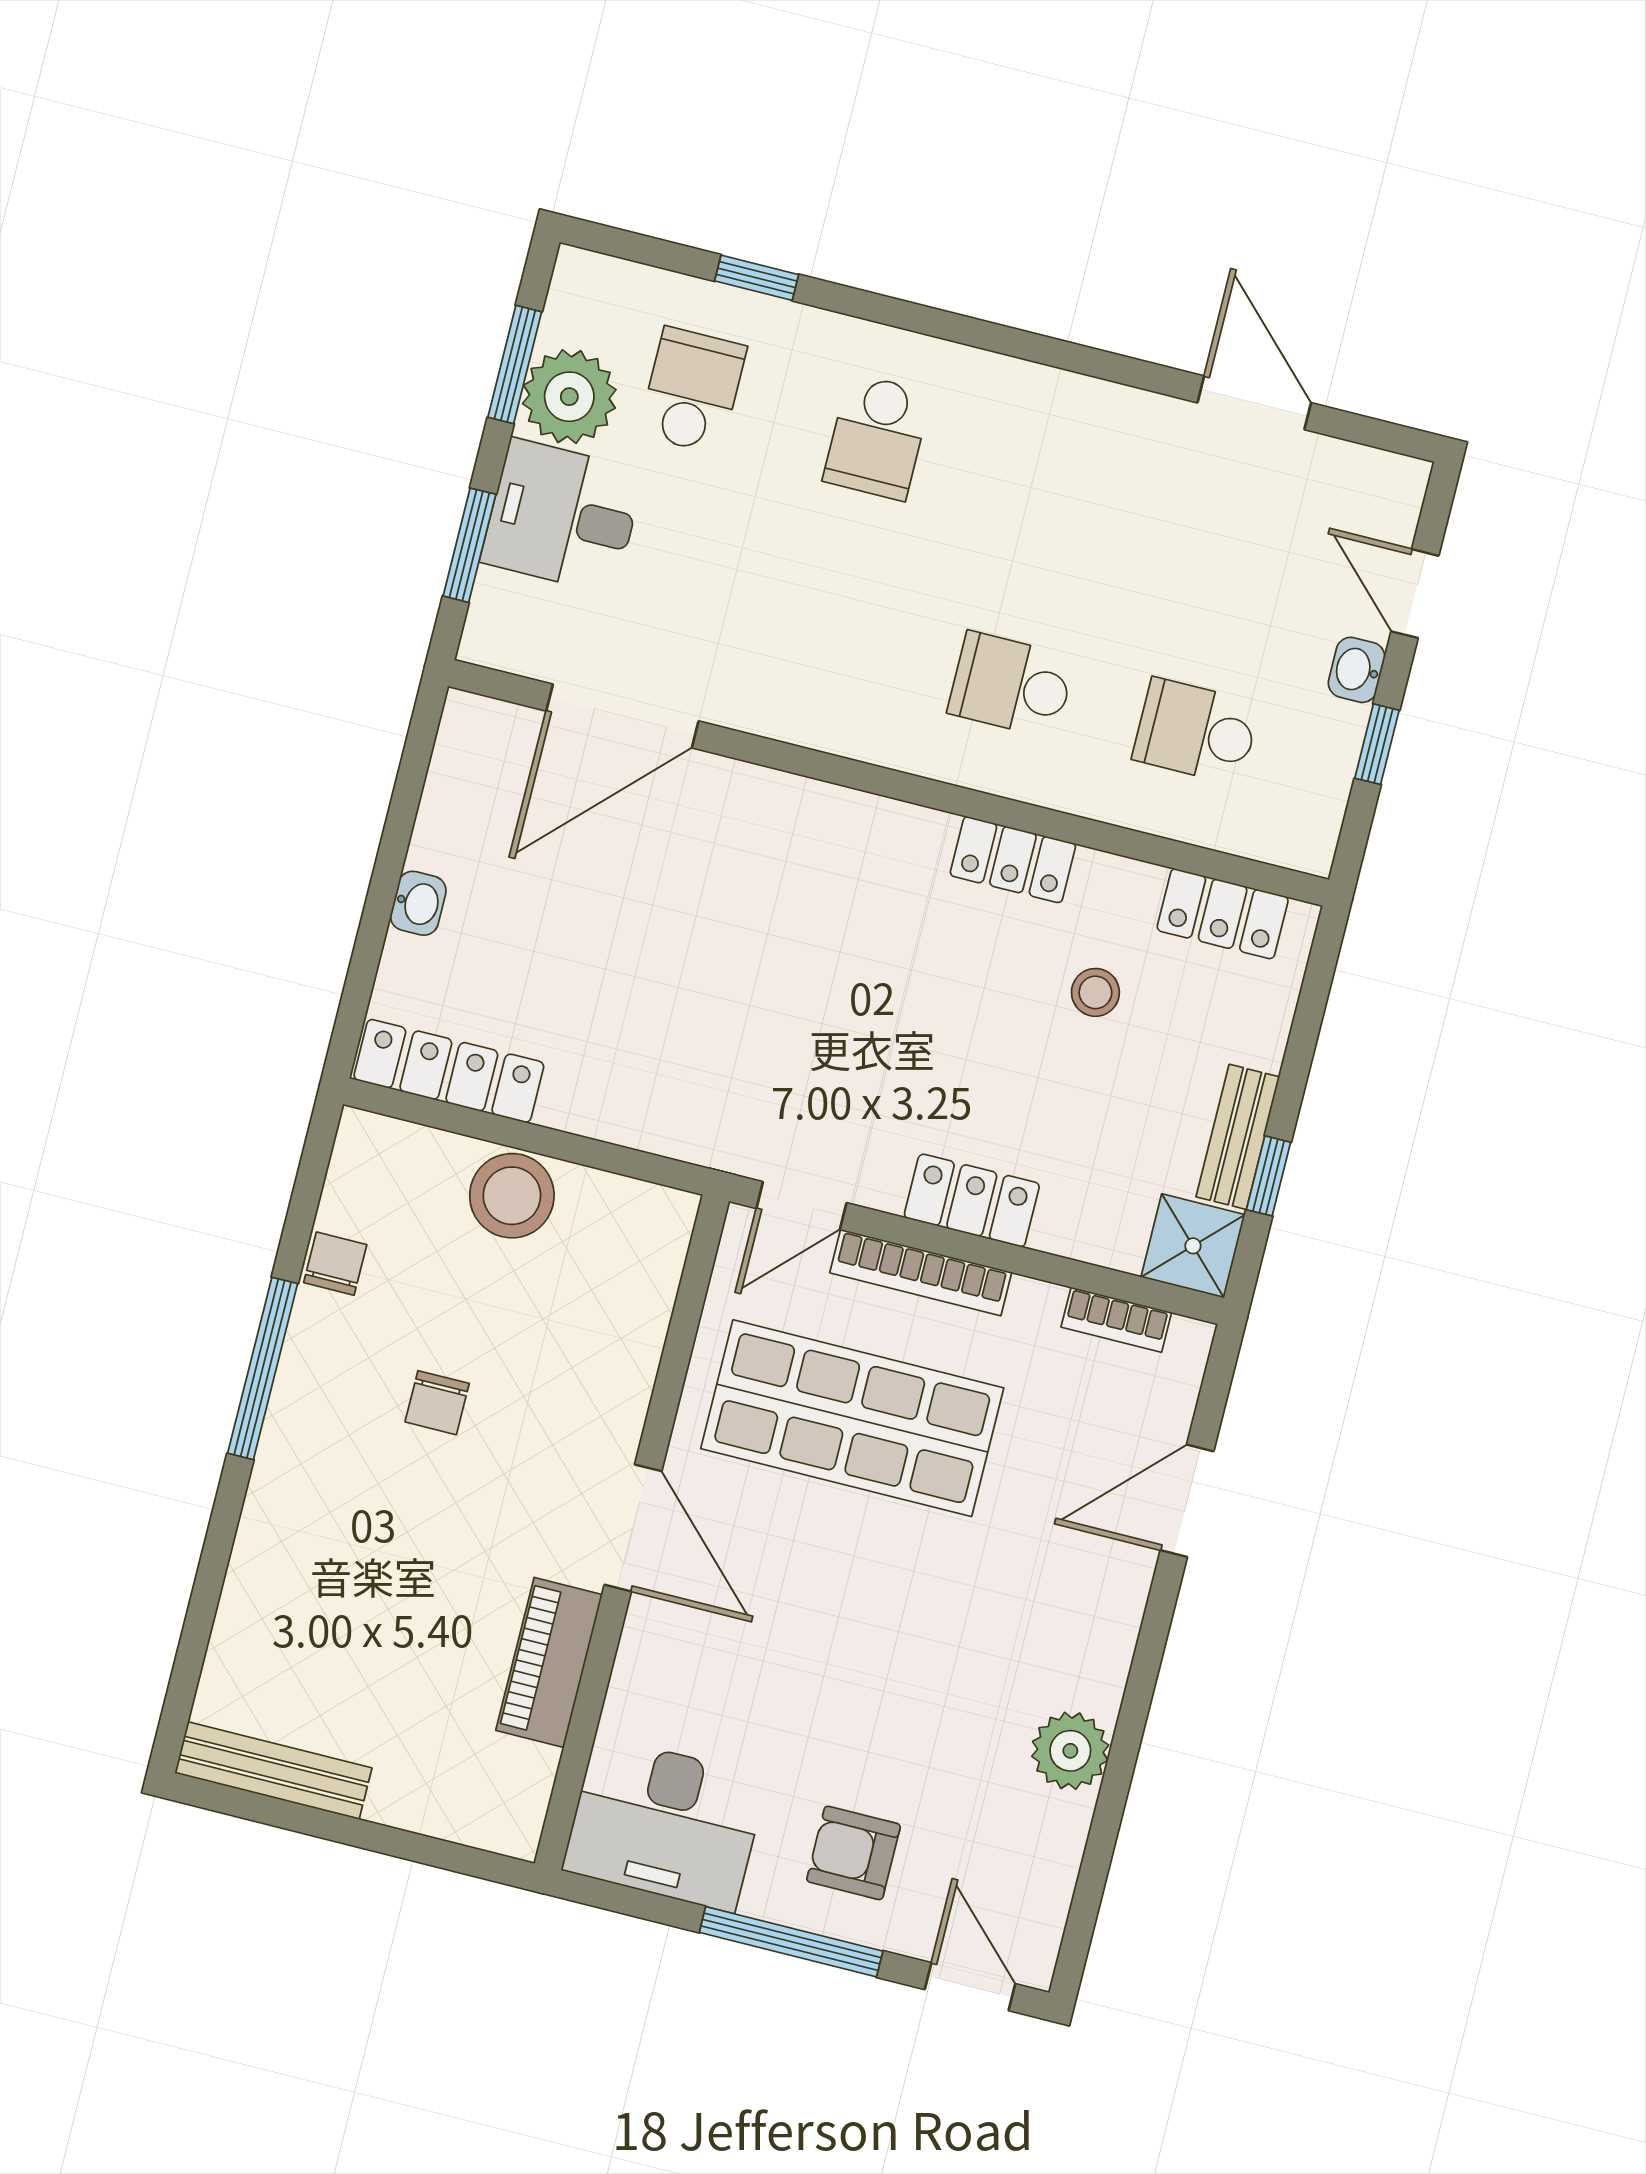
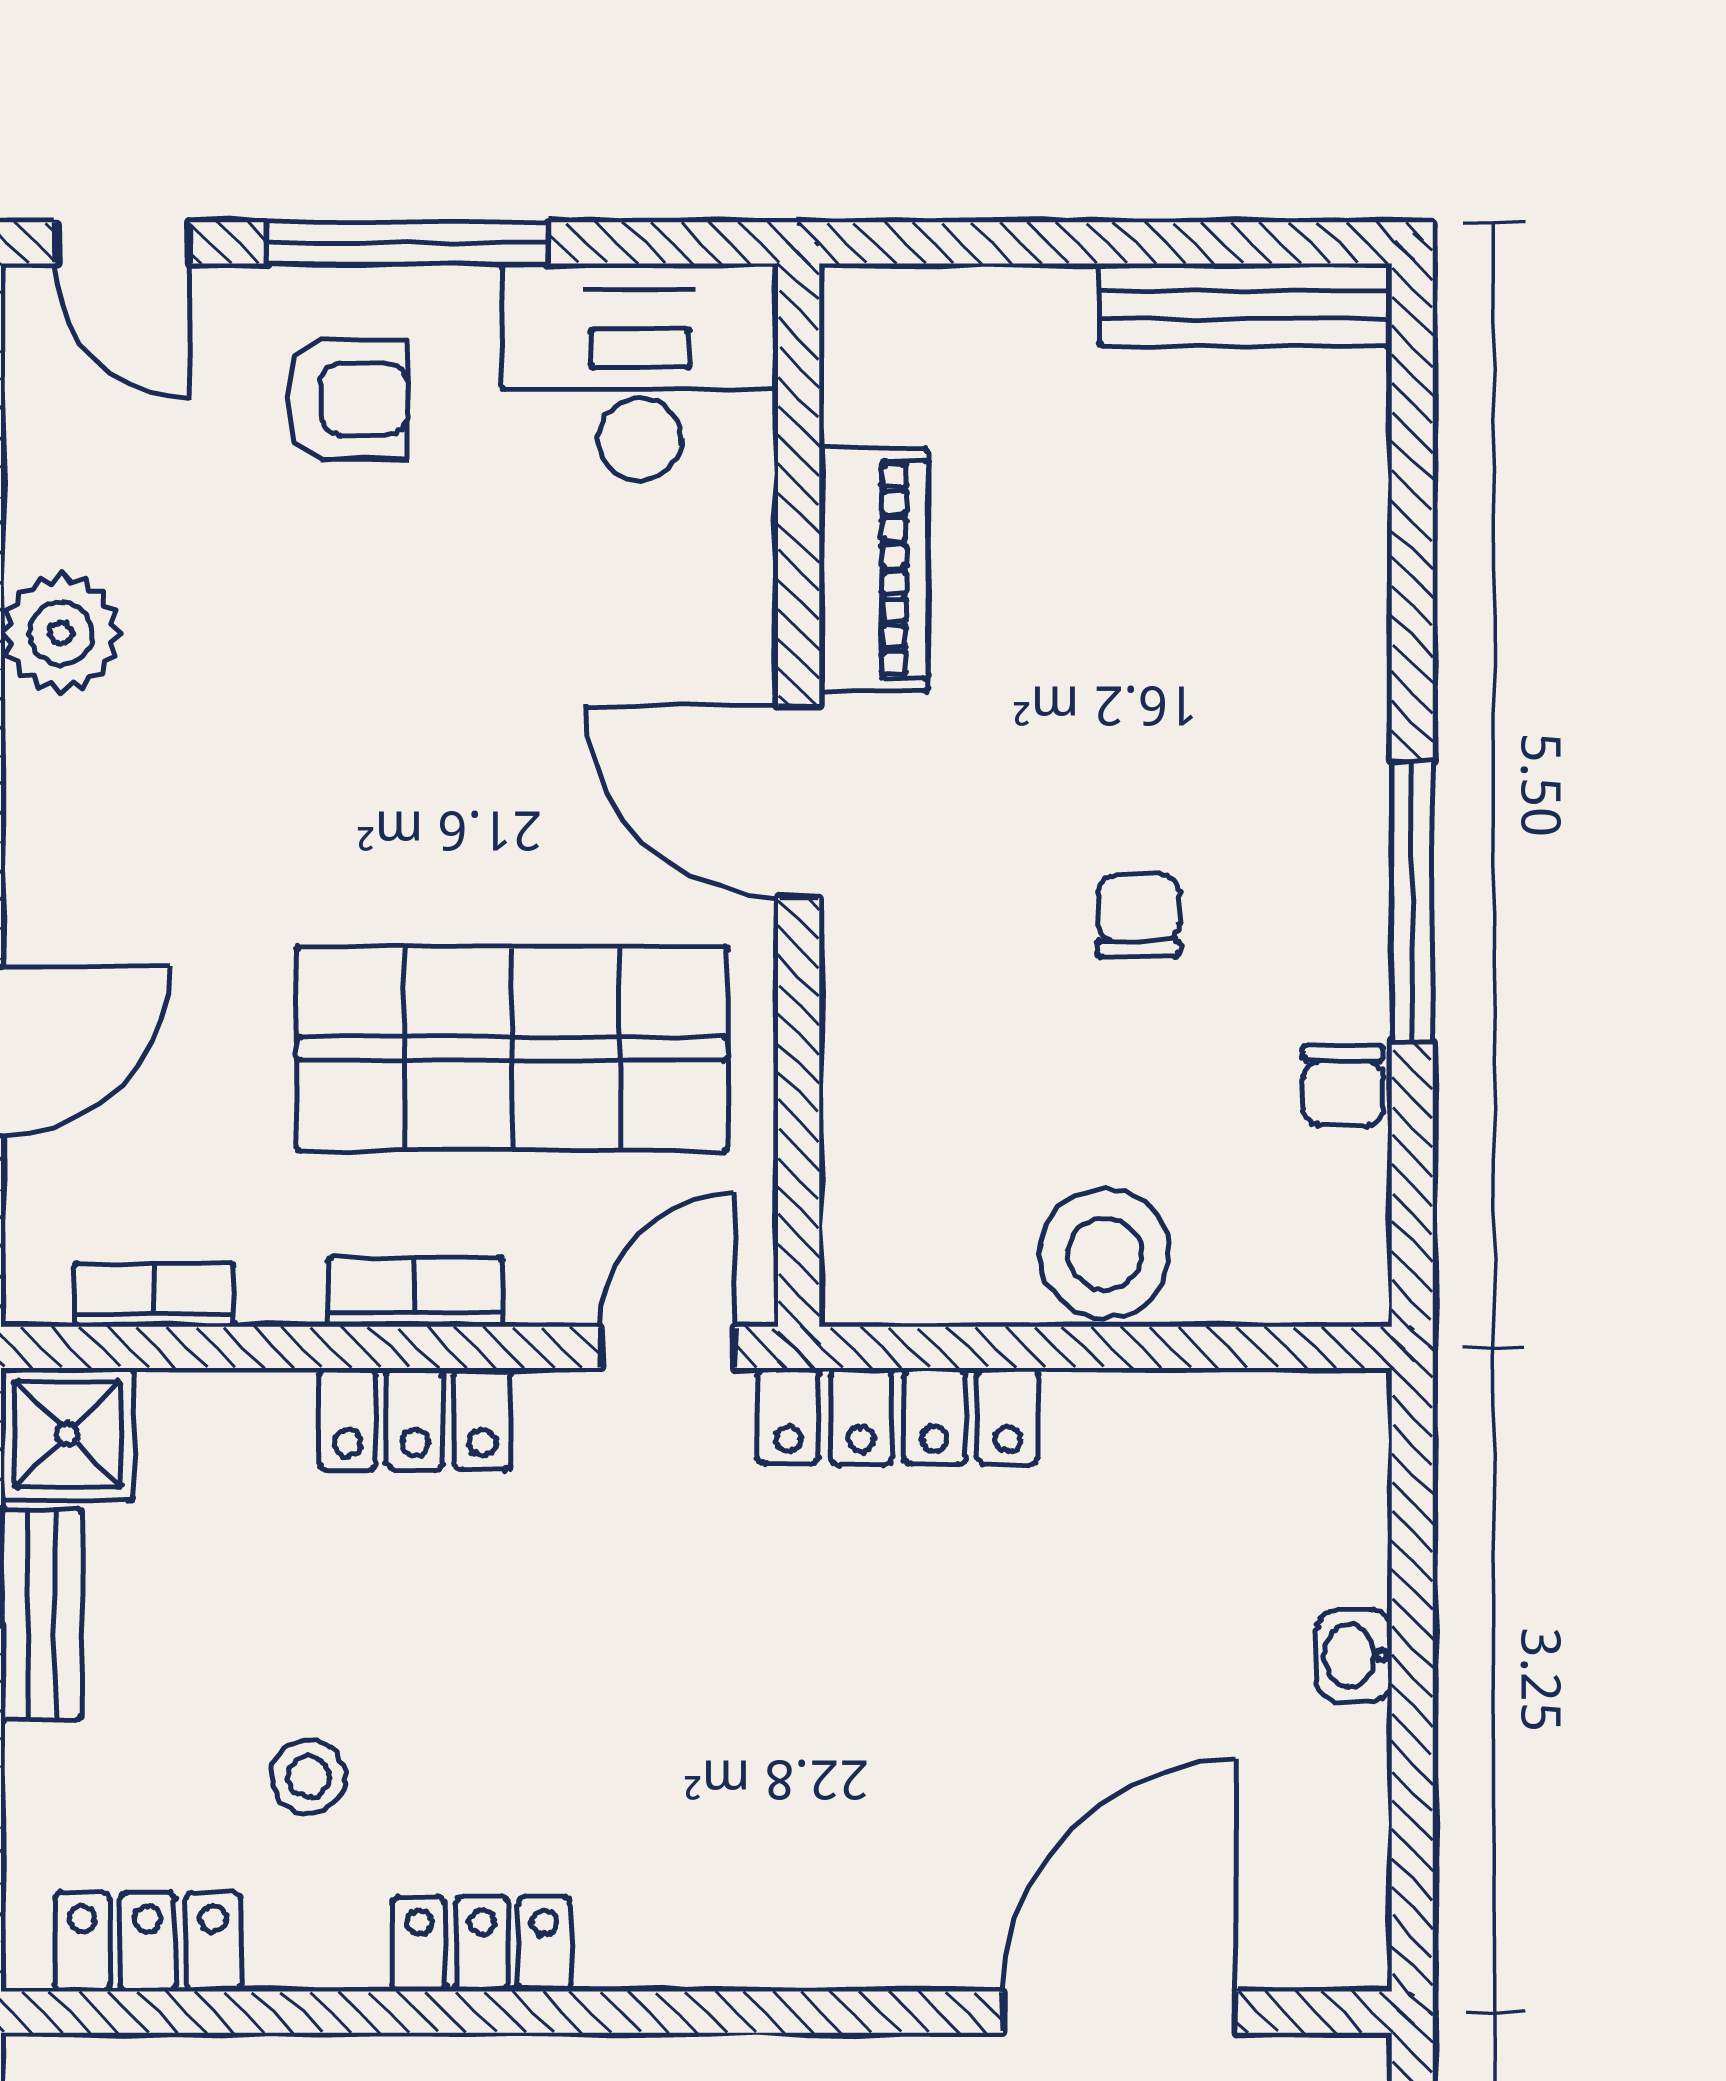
locker: (449, 1071) -> (898, 1416), moved
bookcase: (921, 1273) -> (415, 1292), width x0.64

